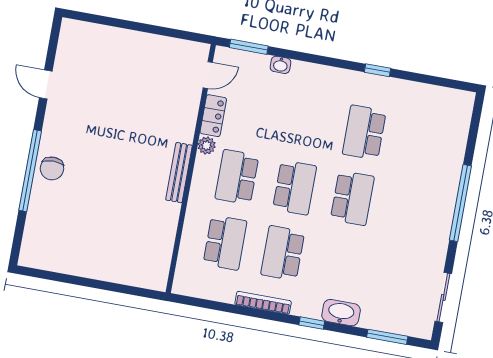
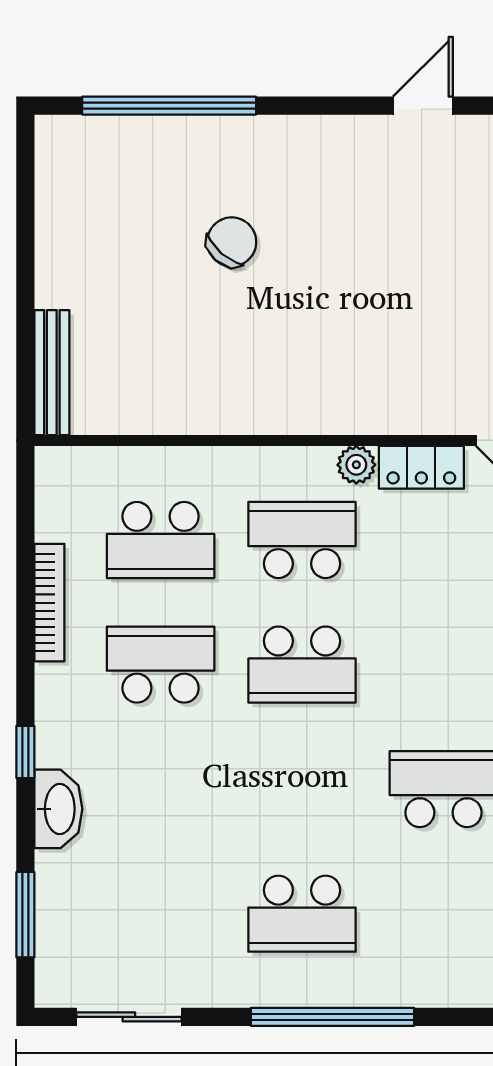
chair: (52, 168) -> (232, 242), moved, turned 131
window: (30, 171) -> (169, 106), moved
bench: (179, 173) -> (52, 373), moved, turned 90
school desk: (352, 198) -> (302, 914), moved
bookcase: (263, 303) -> (49, 603), moved

